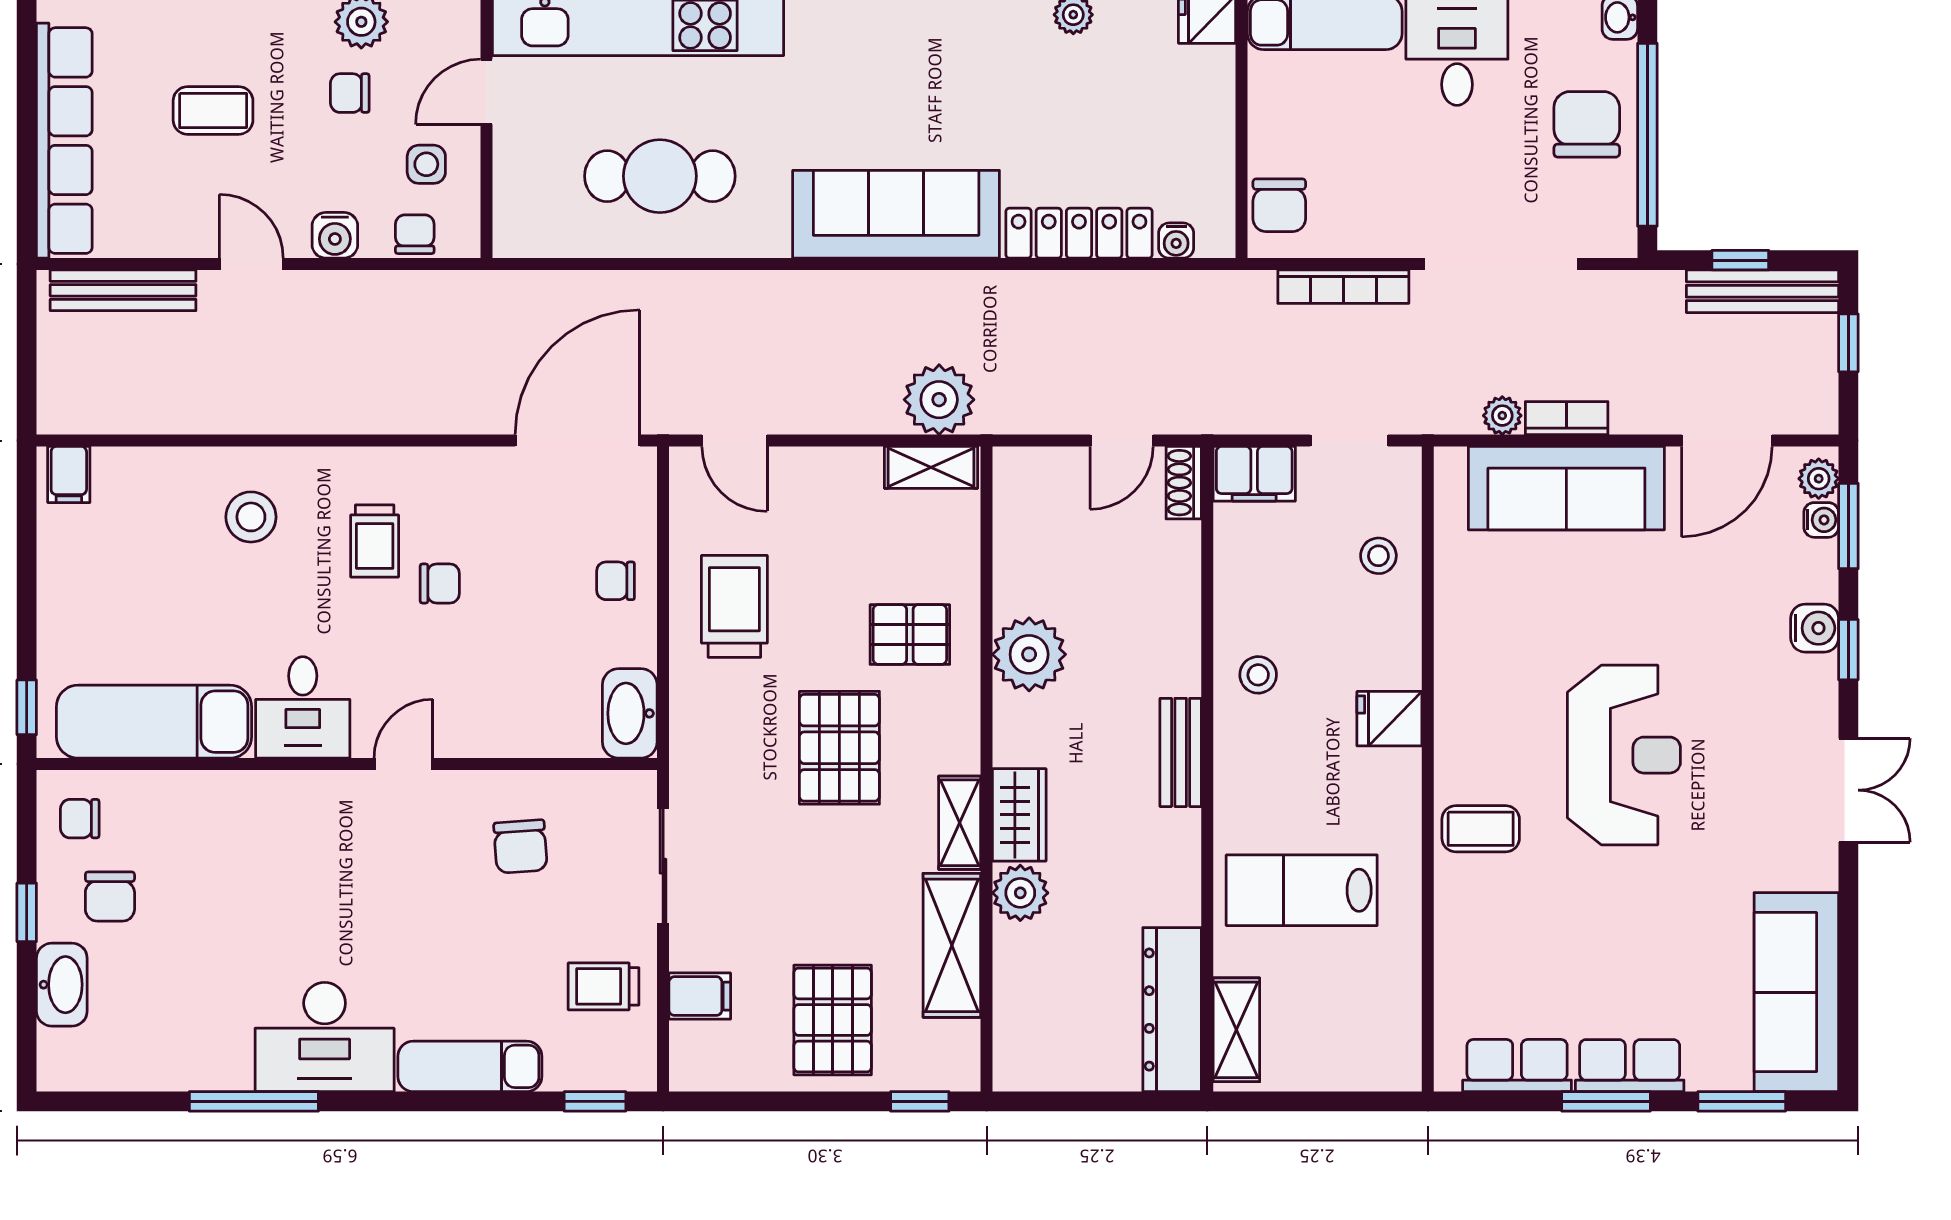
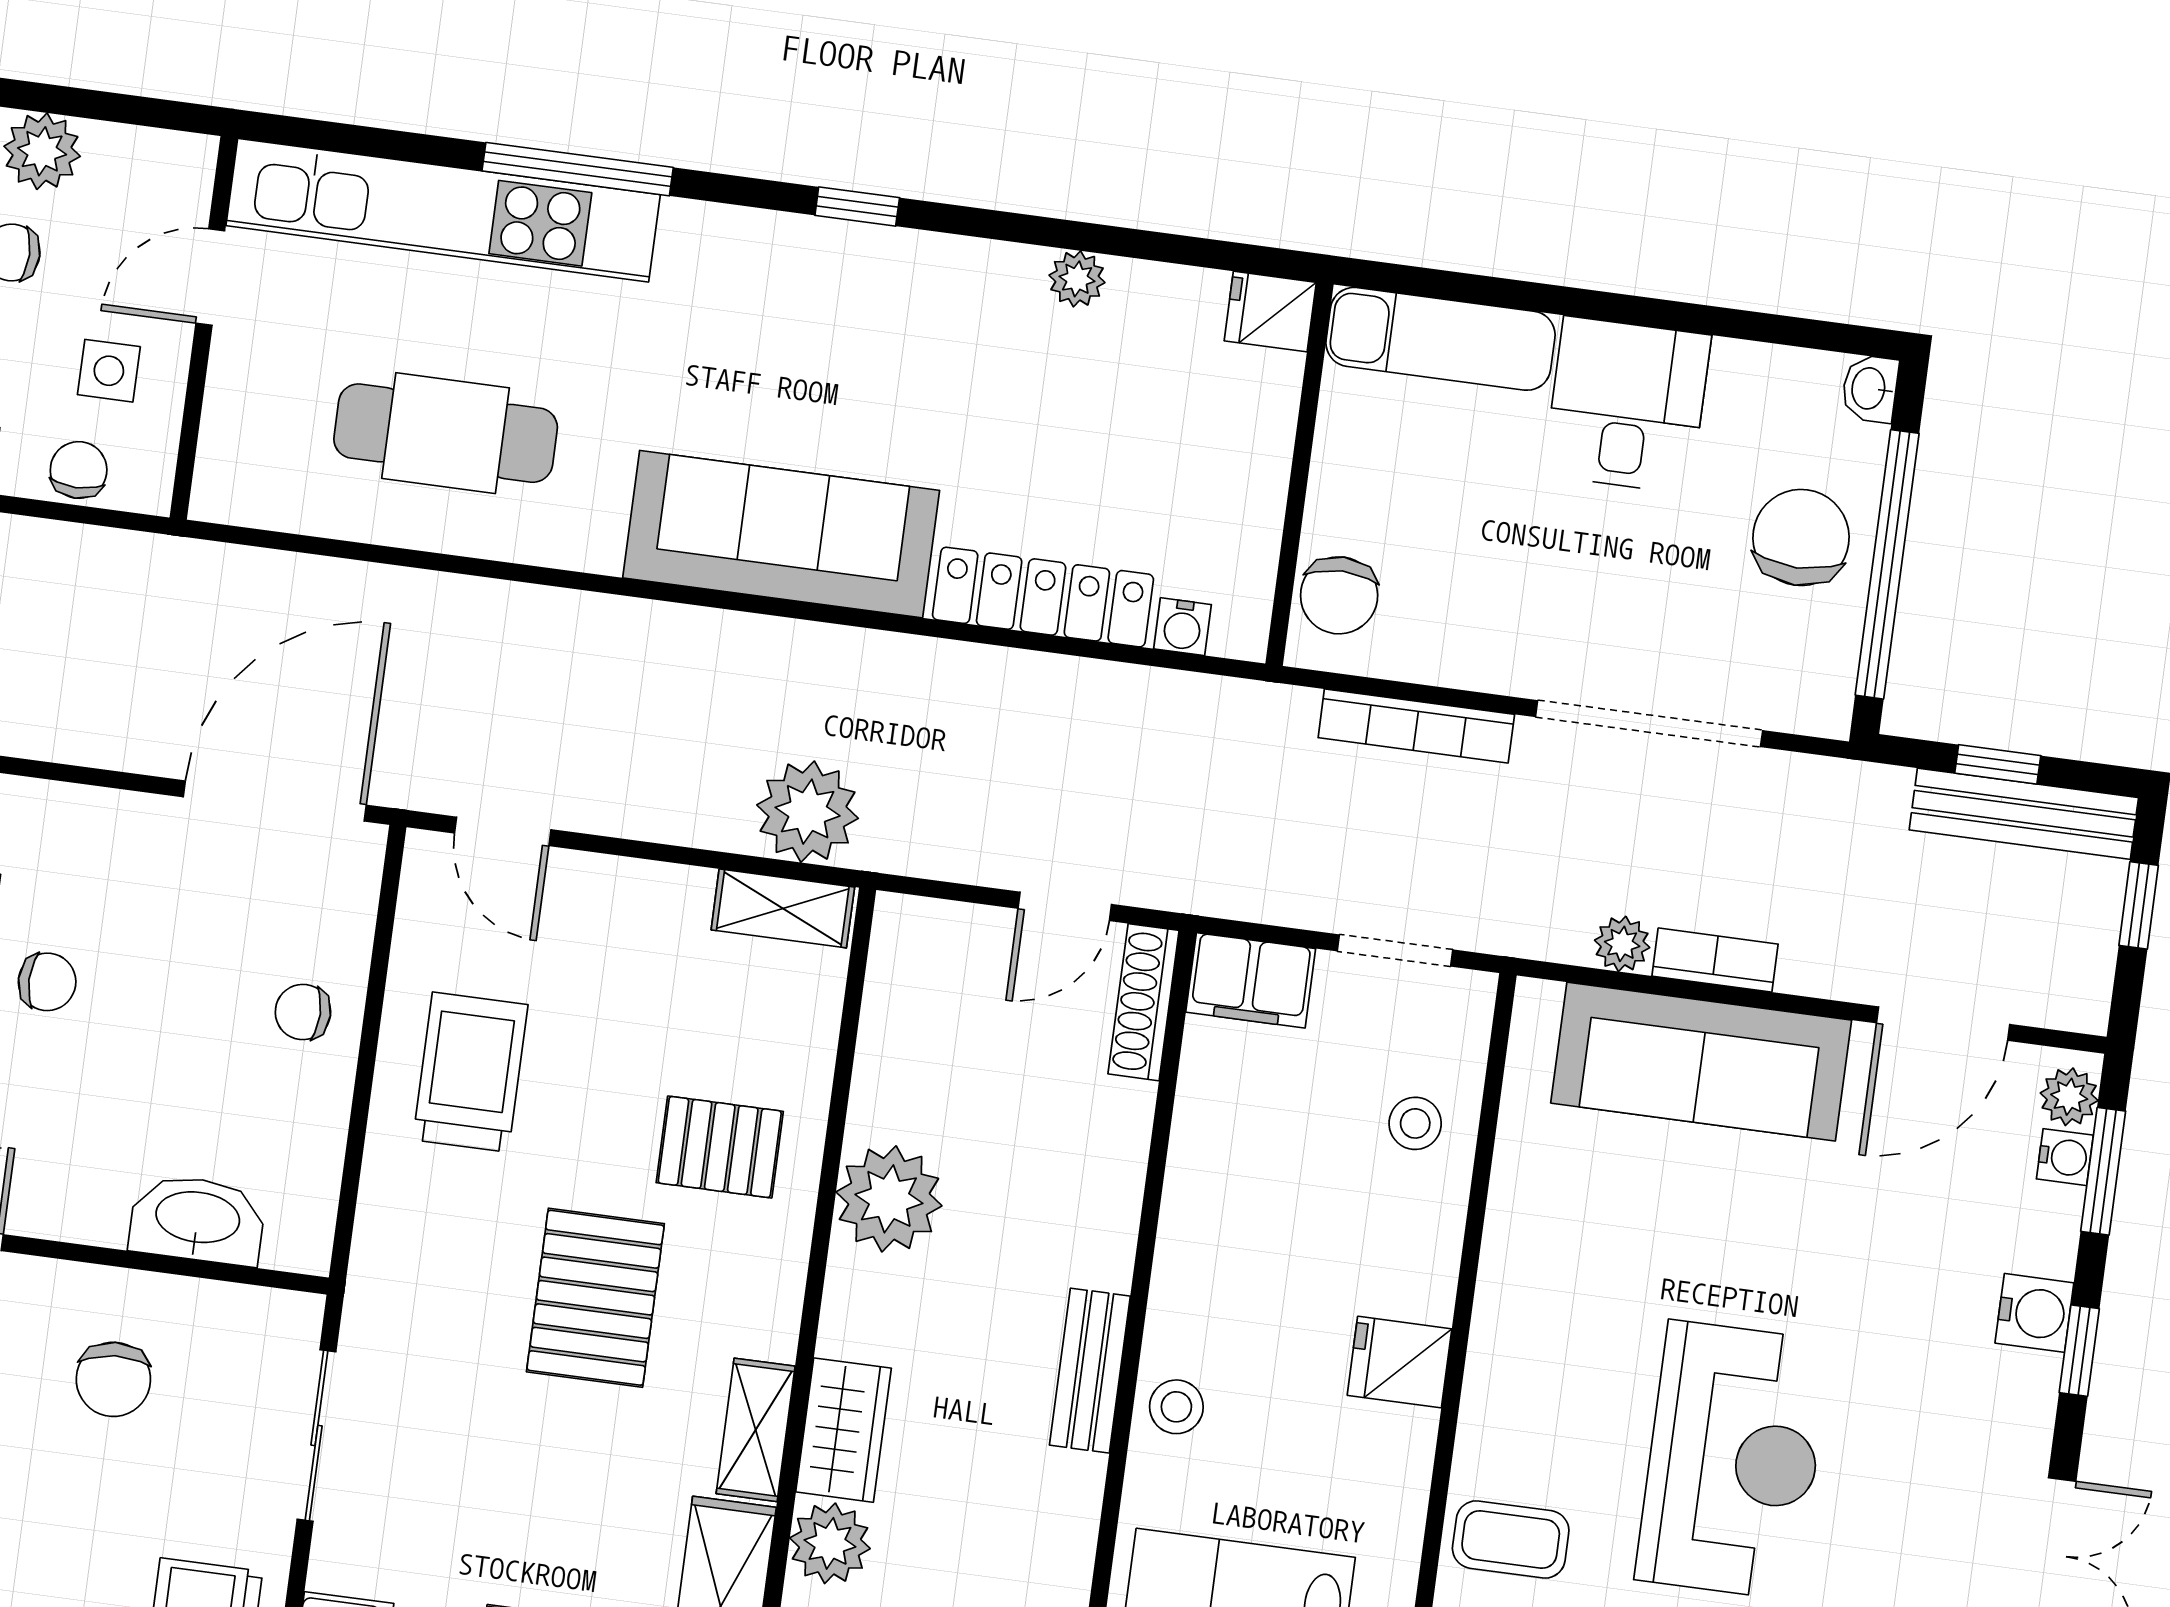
shoe rack: (1184, 483) -> (1144, 1002), width x1.43
stool: (1258, 675) -> (1176, 1407), moved
washbasin: (630, 713) -> (197, 1220), moved, turned 90

